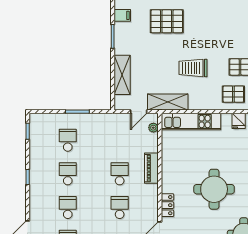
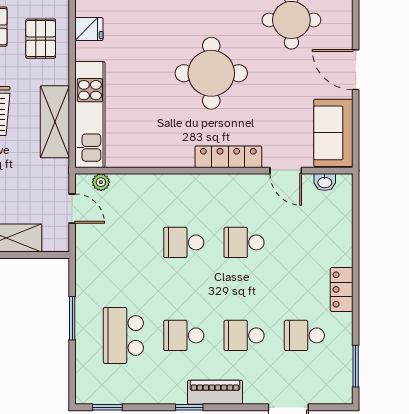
shelving: (168, 102) -> (55, 122), moved
school desk: (68, 140) -> (123, 335), width x1.85
piano: (151, 168) -> (215, 392), moved, turned 180
locker: (167, 205) -> (228, 157), width x1.53

